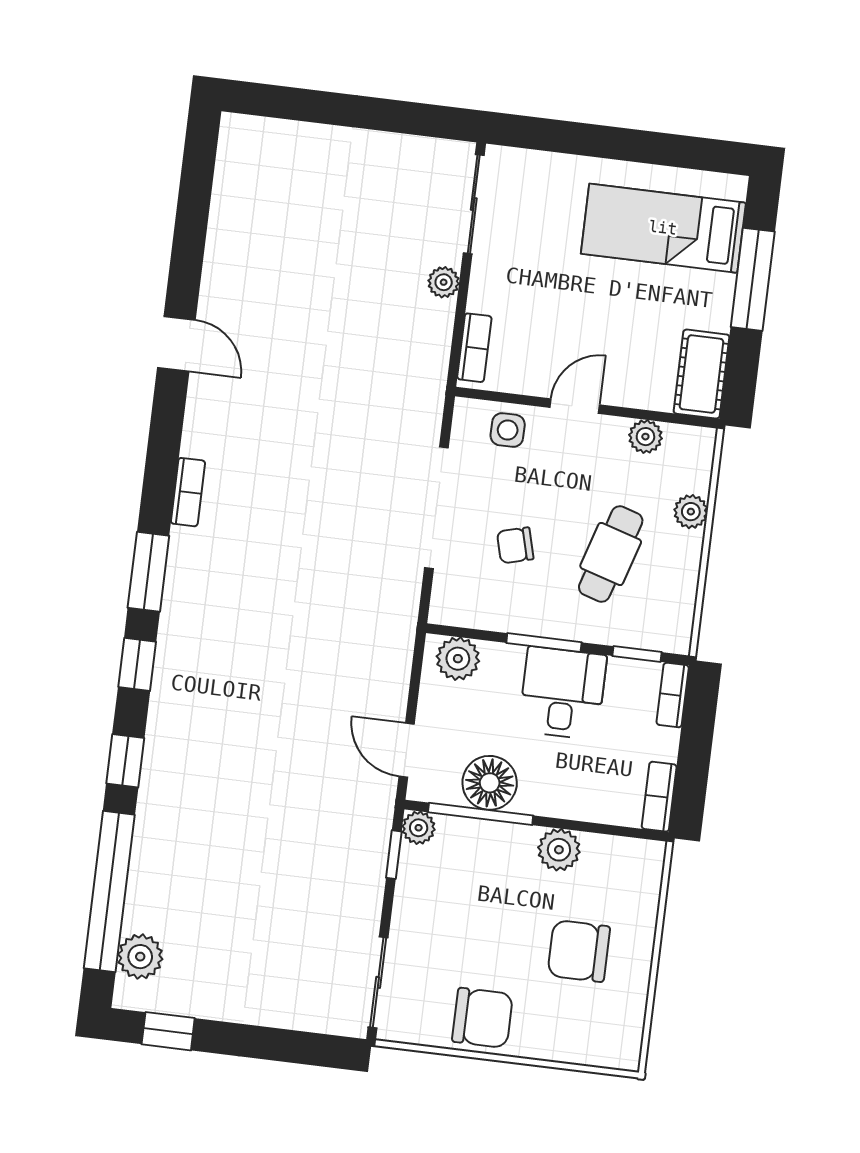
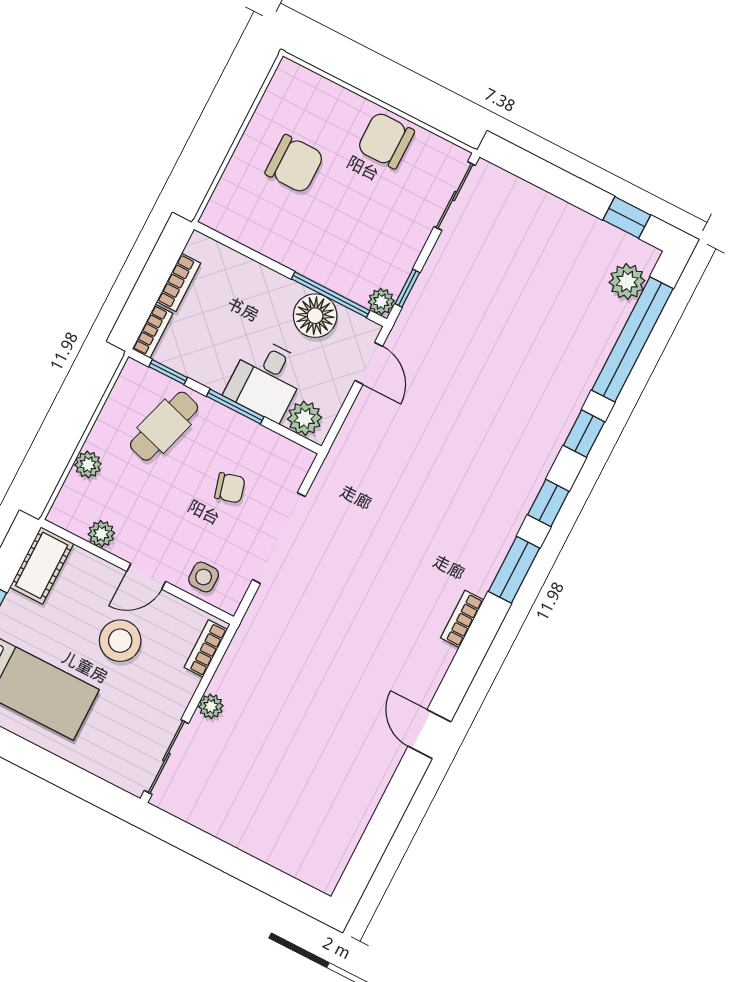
stool: (578, 320) -> (120, 641), added
cafe table: (611, 554) -> (164, 426), moved
desk: (563, 693) -> (266, 379), moved
bookcase: (659, 797) -> (179, 282), moved
plant: (559, 850) -> (281, 246), removed

